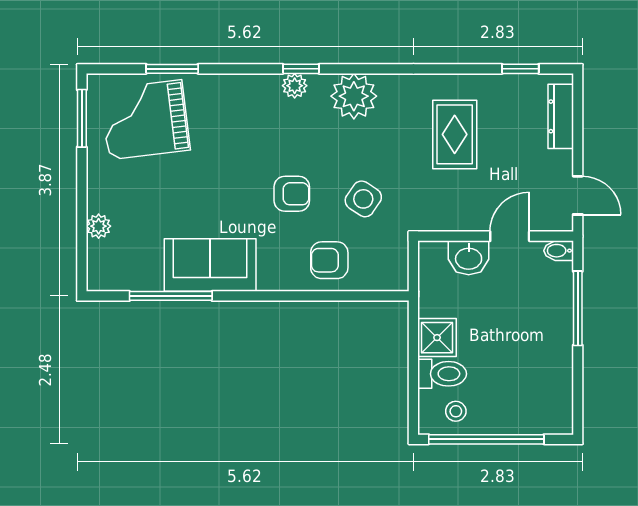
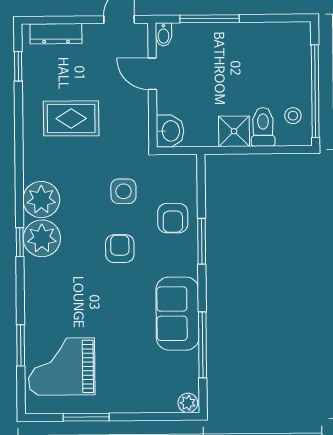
plant: (295, 86) -> (42, 238), width x1.88, depth x1.88
window: (82, 118) -> (86, 417), moved
grand piano: (145, 120) -> (62, 367), turned 97
side table: (363, 199) -> (123, 191), turned -34
plant: (99, 226) -> (188, 403), moved
washbasin: (469, 258) -> (170, 131), moved
window: (300, 296) -> (202, 241), added

